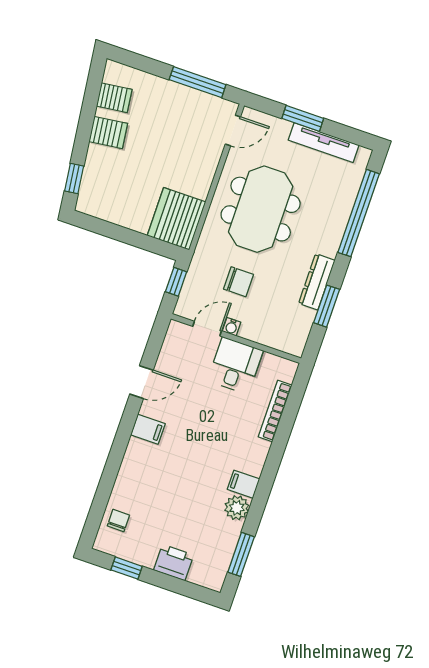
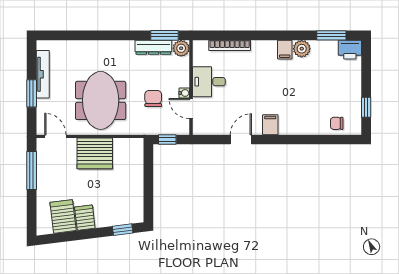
server rack: (114, 98) -> (63, 216), width x1.36, depth x1.44
meeting table: (261, 209) -> (101, 100), turned 90
window: (359, 213) -> (81, 35), removed
server rack: (177, 219) -> (95, 153), moved
dresser: (317, 282) -> (153, 47), moved
window: (327, 306) -> (164, 35), moved
plant: (294, 344) -> (181, 48), added
door: (141, 382) -> (241, 139), hinge flipped
printer: (174, 562) -> (350, 50), moved, turned -90

